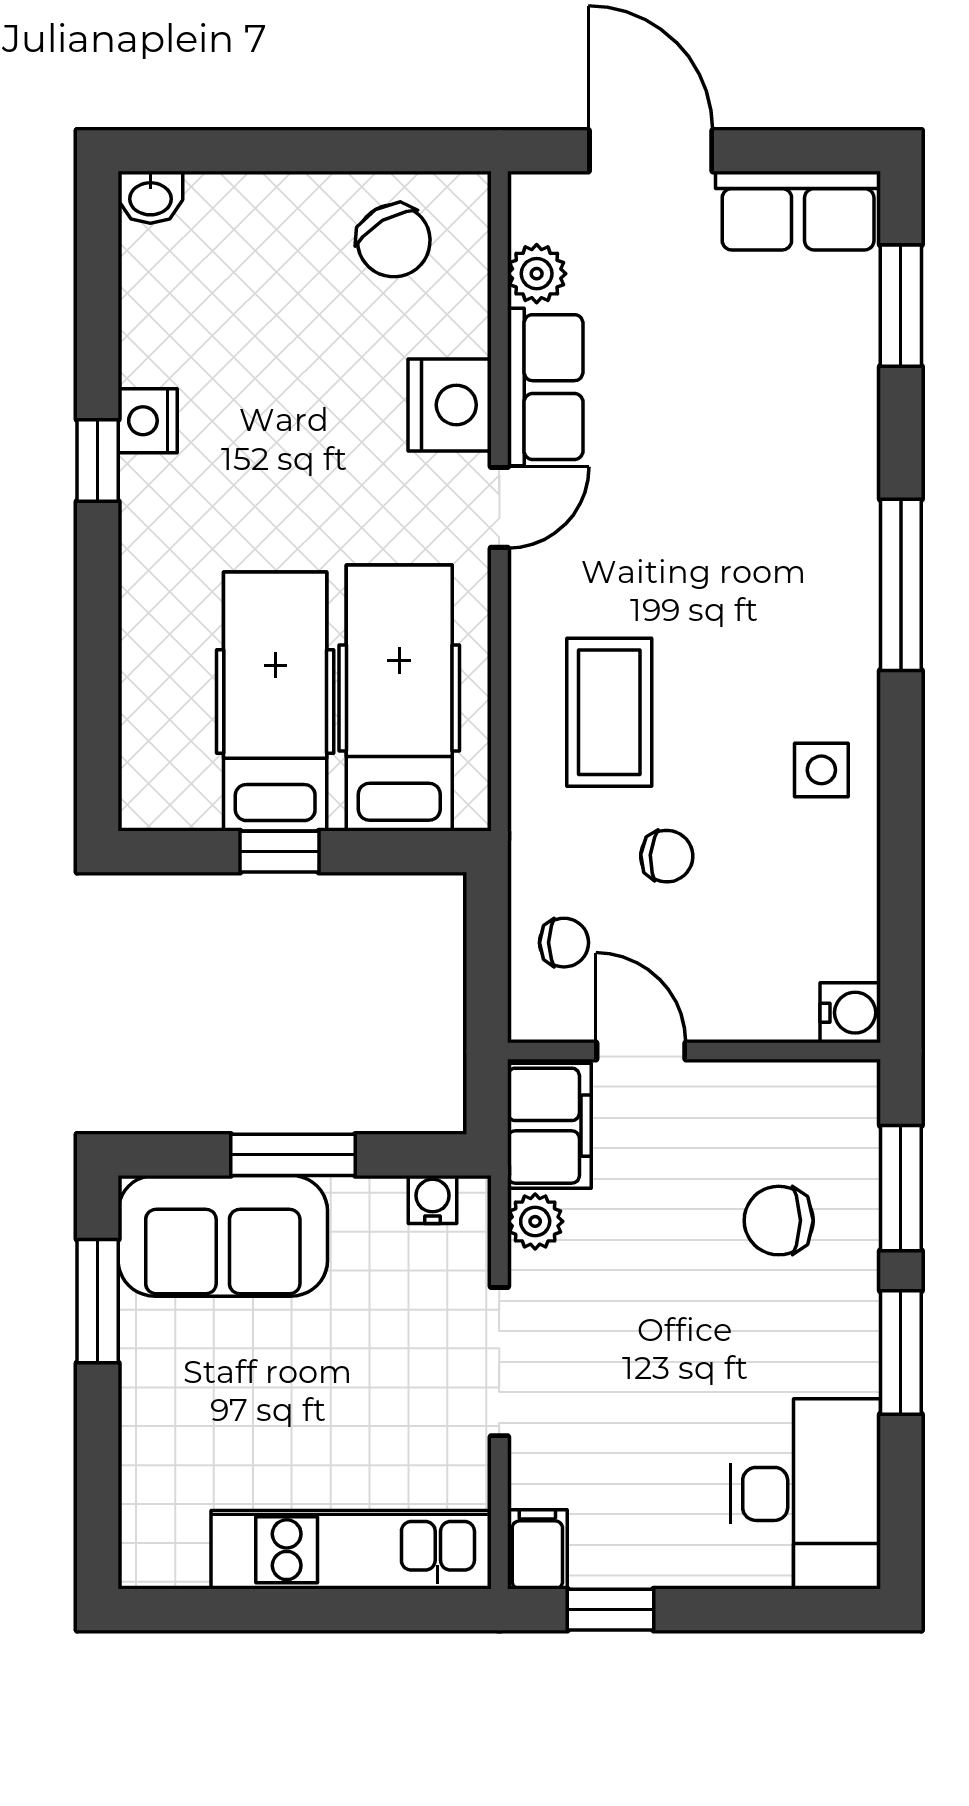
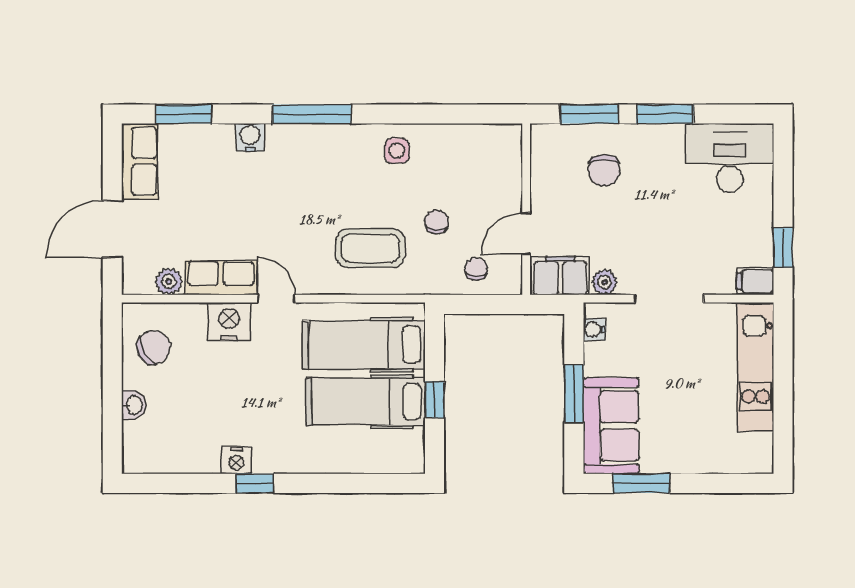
washbasin: (150, 197) -> (134, 405), moved
water cooler: (850, 1013) -> (250, 137), moved

